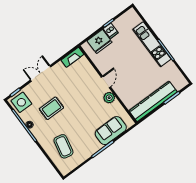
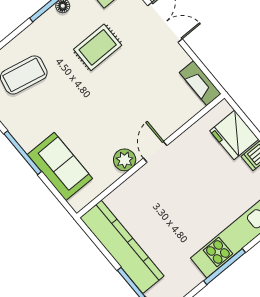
door: (106, 82) -> (155, 152), swing flipped
rug: (51, 108) -> (98, 47), turned 90

